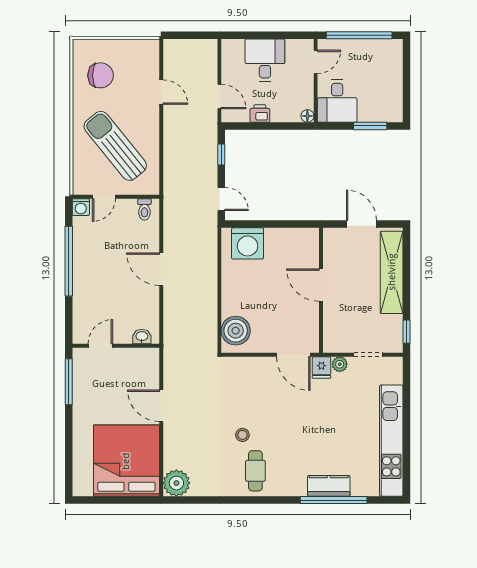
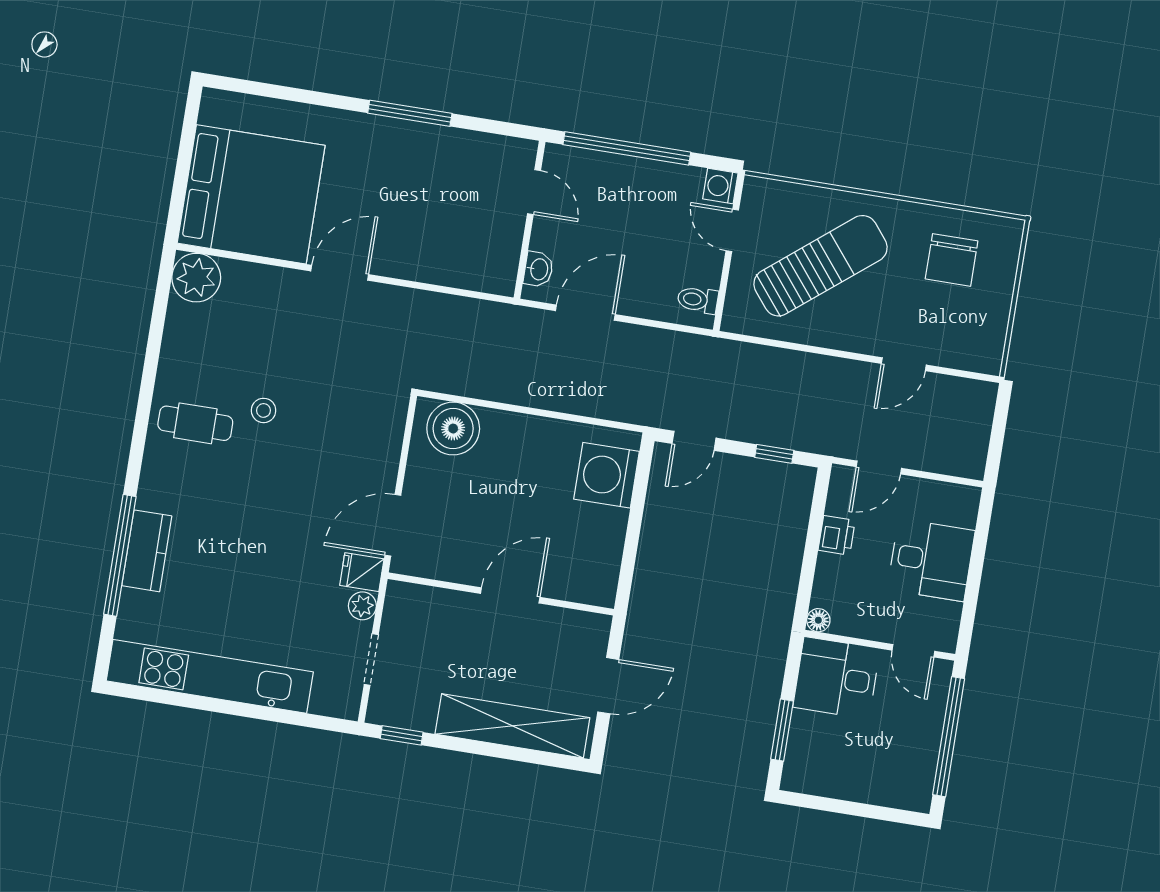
washbasin: (142, 337) -> (538, 269), moved
door: (100, 346) -> (534, 192), moved
wall: (116, 346) -> (530, 220), moved

